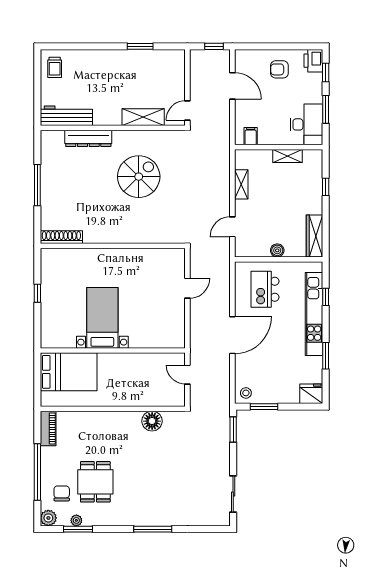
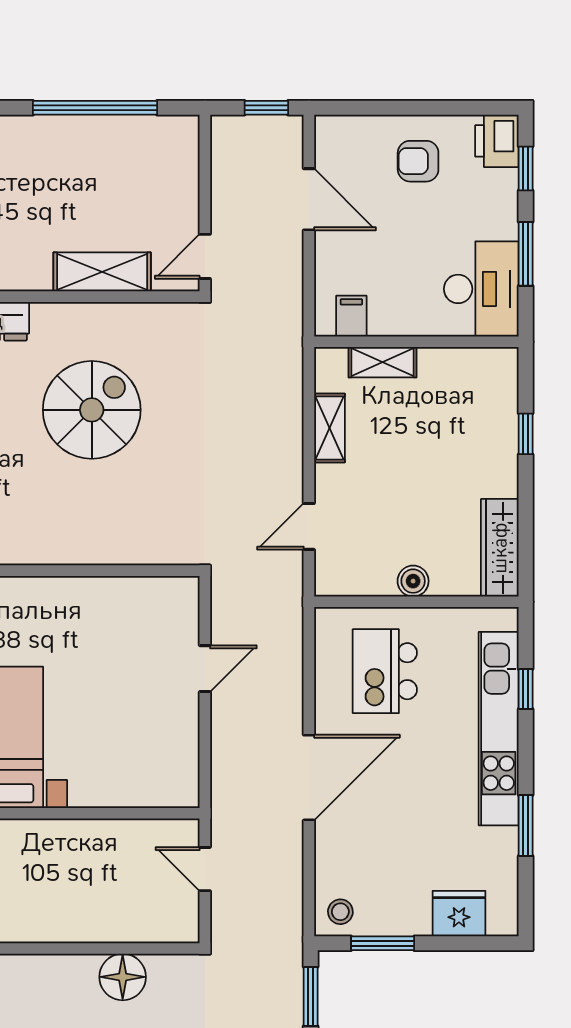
window: (140, 46) -> (95, 108), width x2.11
shelving: (287, 156) -> (383, 362), moved
fridge: (311, 394) -> (459, 914), moved

